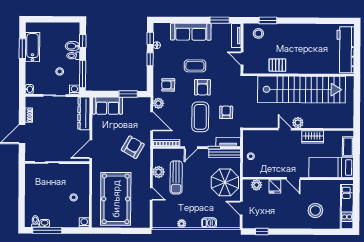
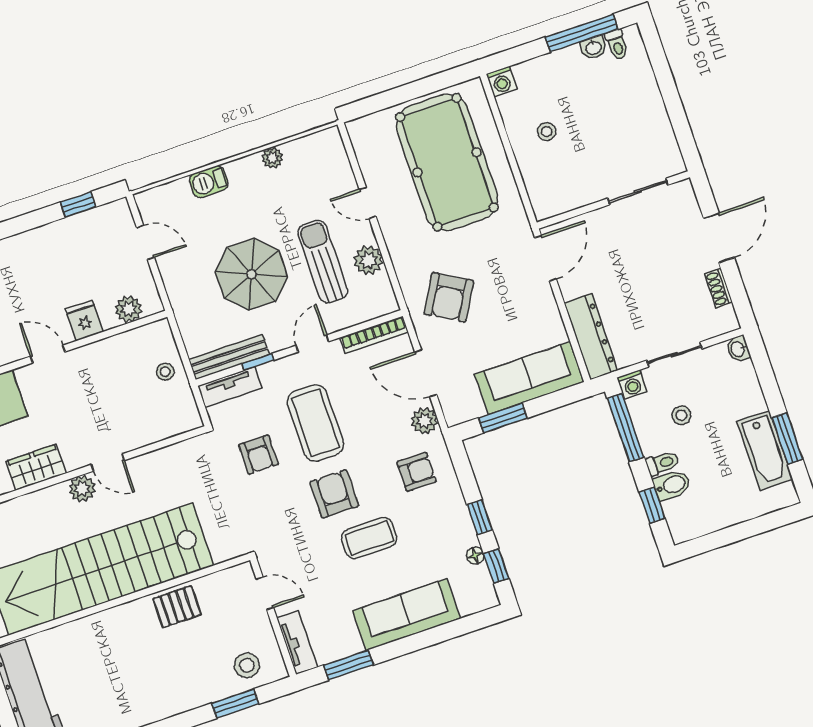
sofa: (107, 106) -> (529, 378), width x1.36
parasol: (225, 182) -> (251, 274), moved

